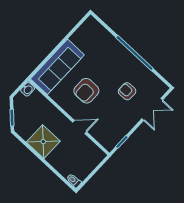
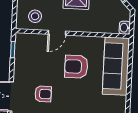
armchair: (86, 91) -> (76, 67), turned -90
stool: (85, 152) -> (35, 16), added

